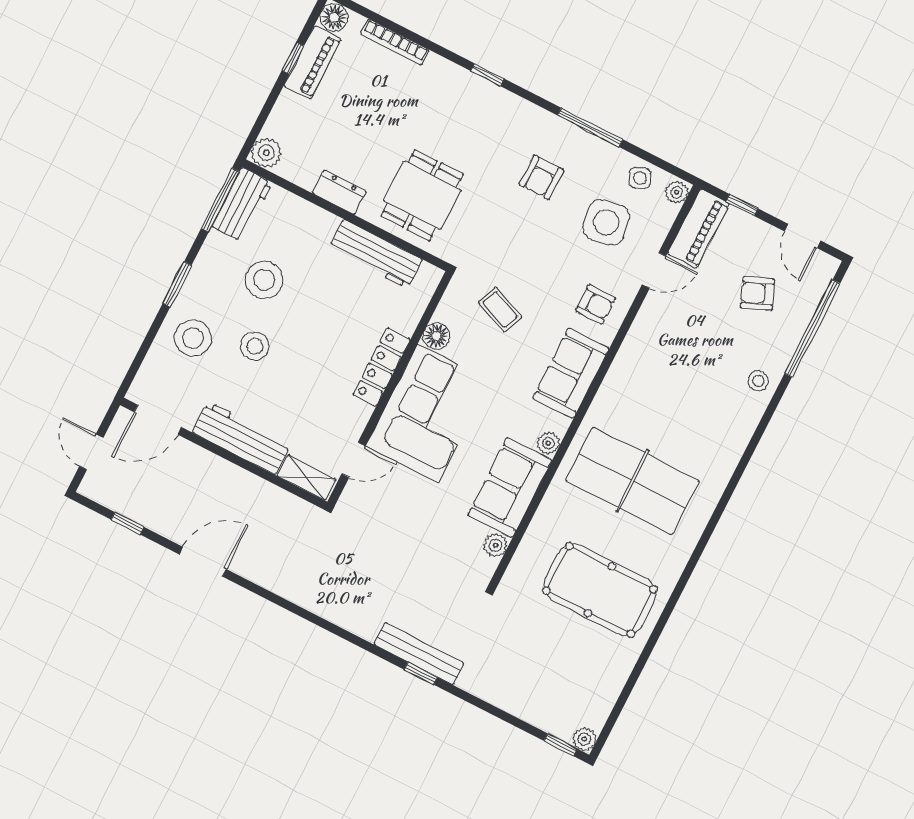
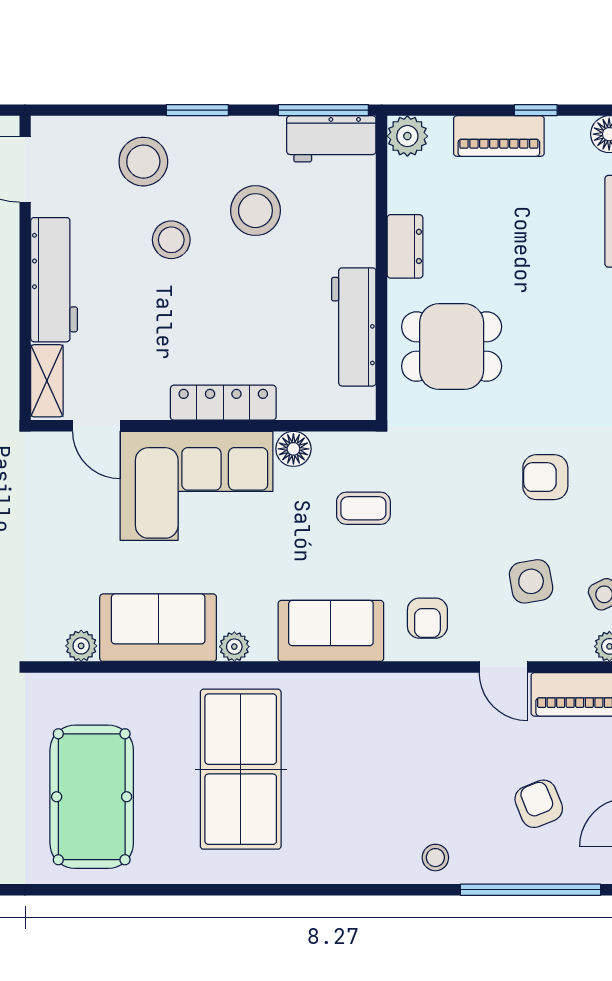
piano: (312, 63) -> (499, 136), moved
side table: (606, 222) -> (531, 581), width x0.73, depth x0.73
coffee table: (500, 310) -> (363, 508), turned 68

